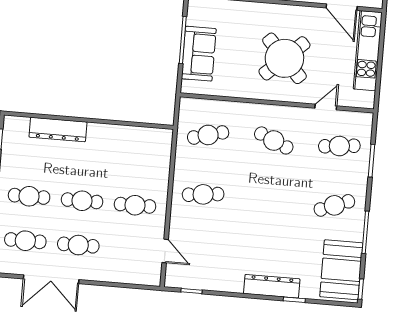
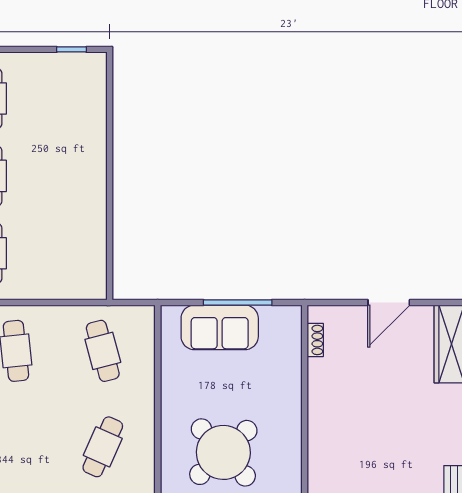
dresser: (58, 129) -> (92, 132), removed

